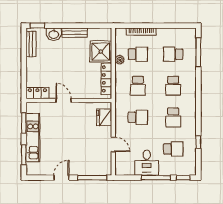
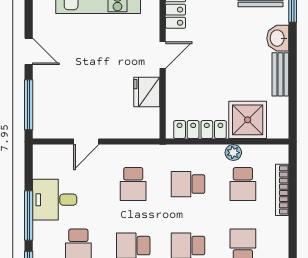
fridge: (104, 117) -> (147, 92), moved, turned -90

